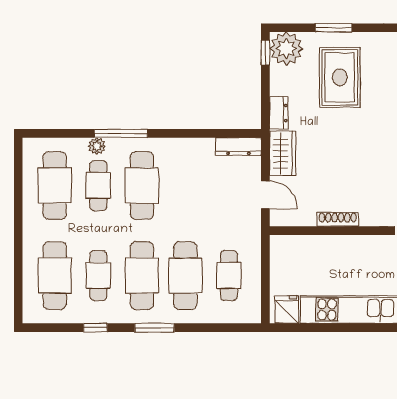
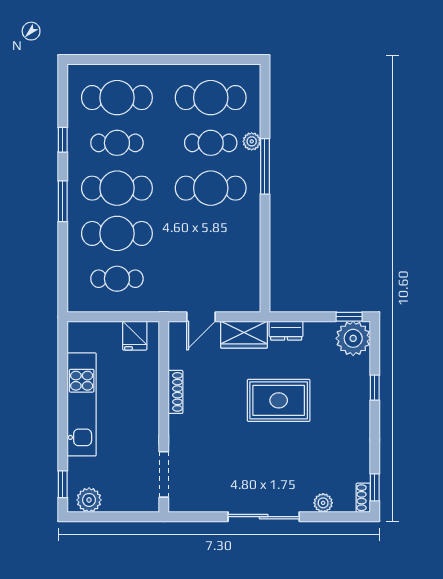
window: (334, 28) -> (375, 388), width x0.67
rug: (340, 77) -> (279, 400), moved
dresser: (238, 146) -> (251, 289), removed
fridge: (287, 310) -> (135, 336), moved, turned 90

